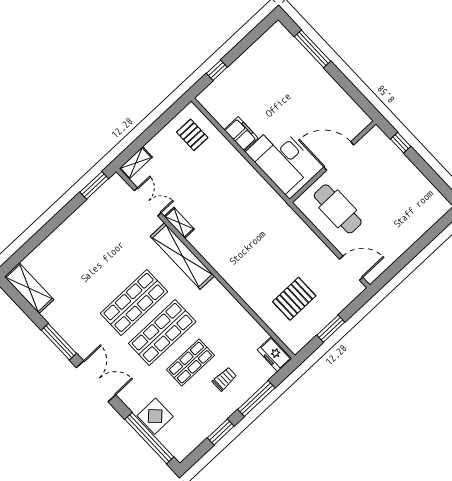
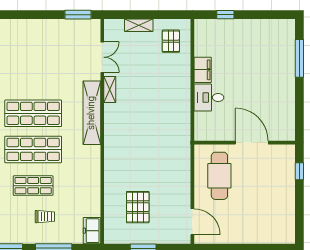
desk: (281, 158) -> (209, 98), width x0.53, depth x0.77
shelving: (136, 163) -> (139, 25), moved
pallet: (294, 299) -> (138, 207), turned 90

